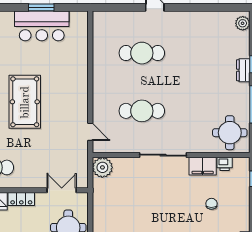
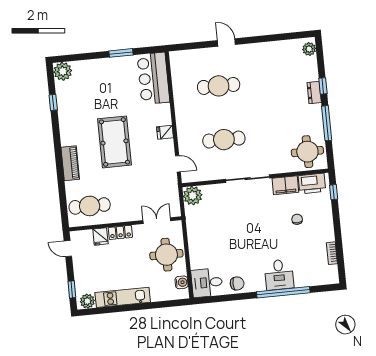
bar counter: (42, 26) -> (153, 78), moved, turned 90
fridge: (80, 97) -> (165, 132), added
printer: (225, 164) -> (312, 184), width x1.87, depth x1.48

